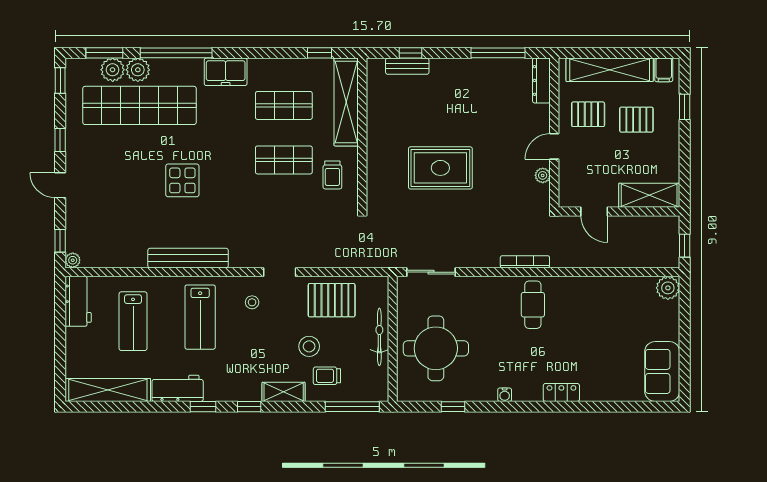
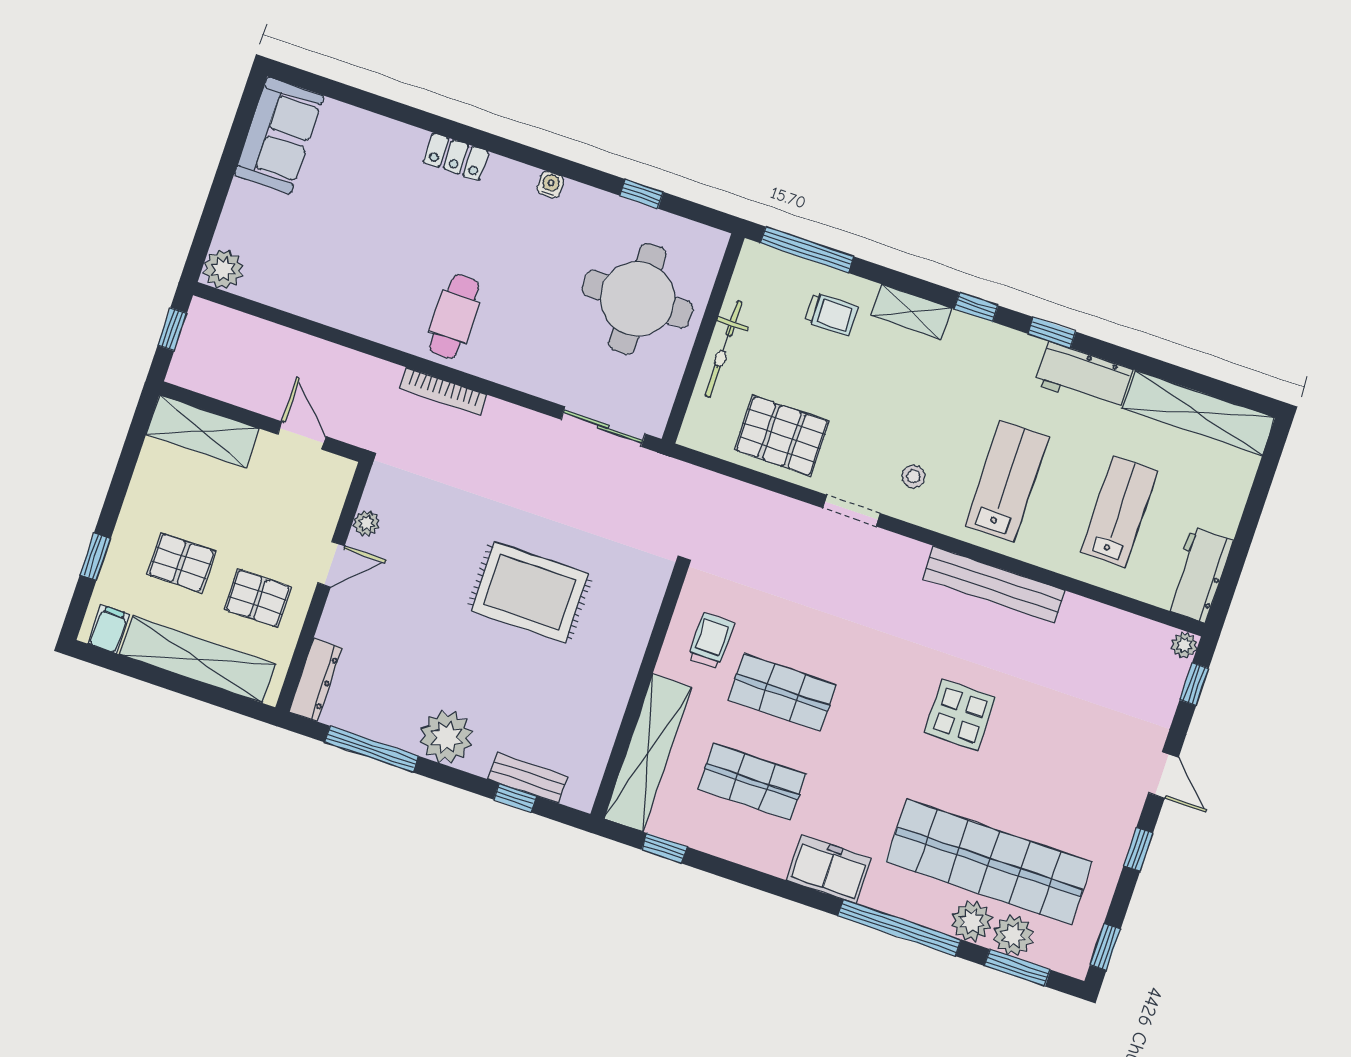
plant: (459, 73) -> (446, 737), added
stool: (309, 346) -> (844, 372), removed

